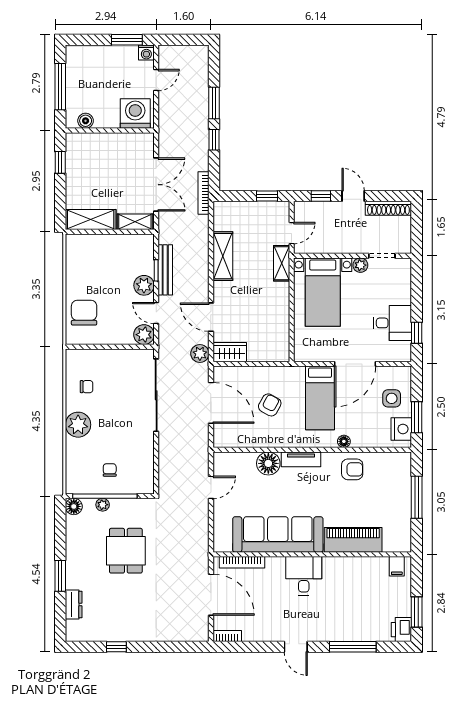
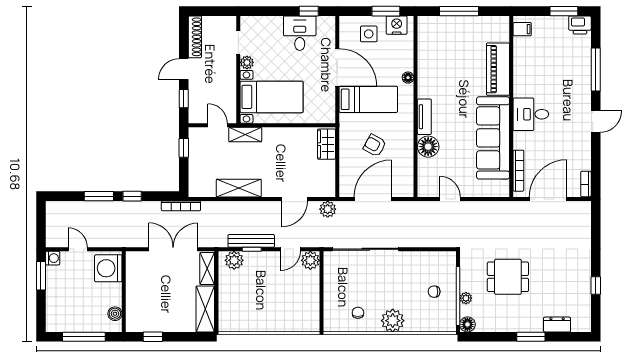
plant: (144, 285) -> (234, 260), moved
chair: (84, 313) -> (290, 315), removed
wardrobe: (230, 352) -> (326, 144), moved
armchair: (352, 469) -> (434, 70), removed

